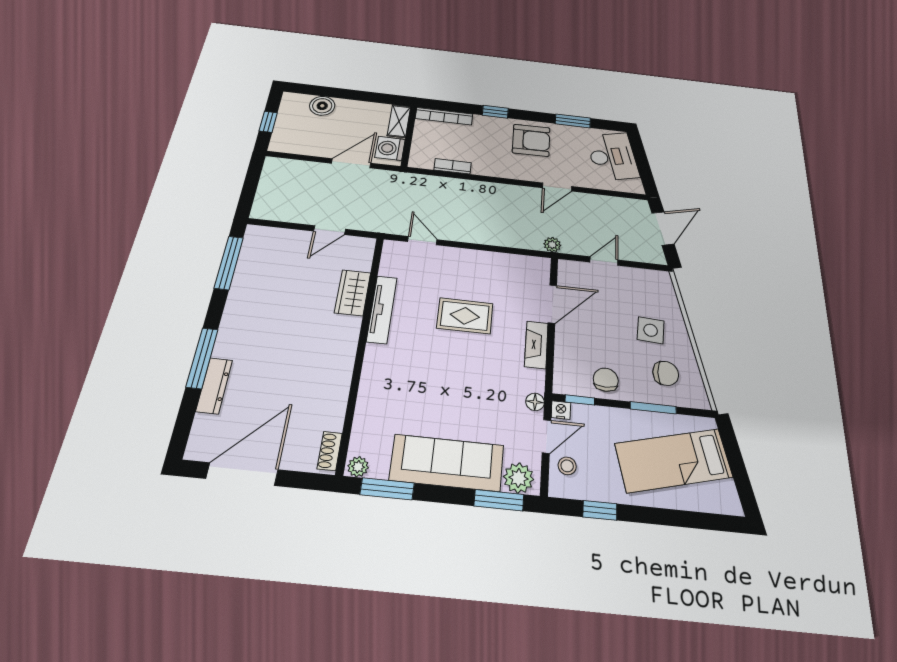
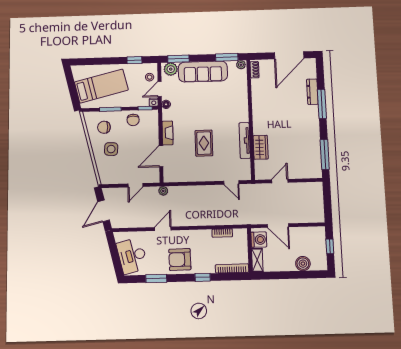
door: (351, 163) -> (278, 226), hinge flipped
rug: (465, 316) -> (204, 143), turned 90

